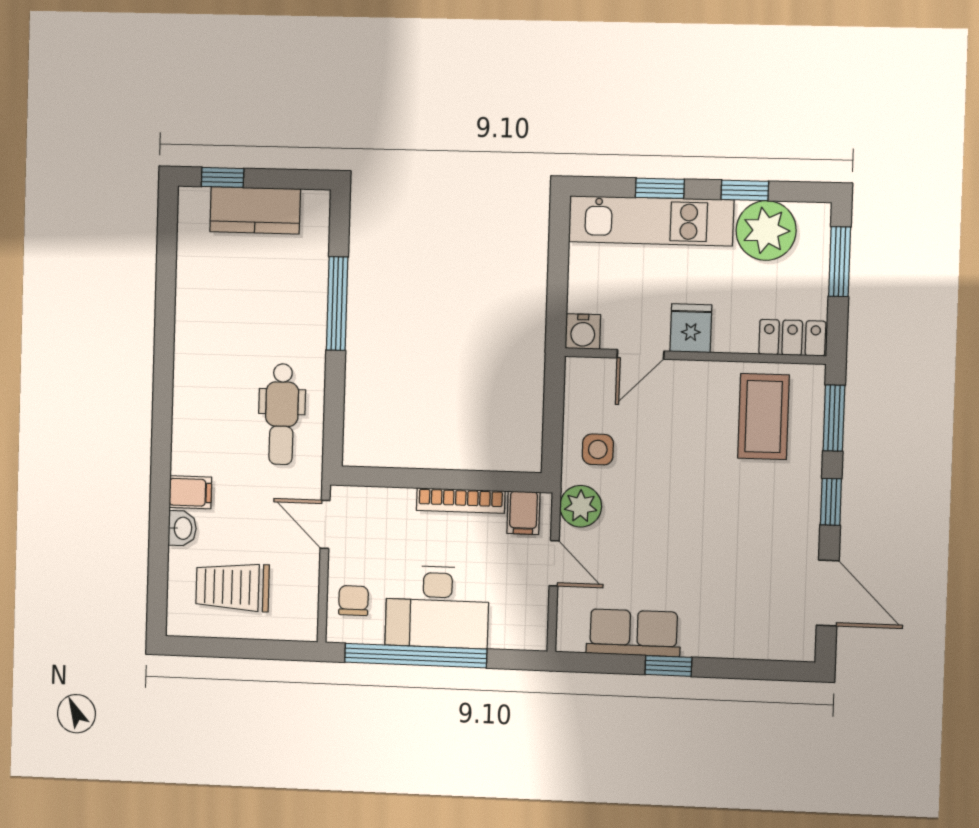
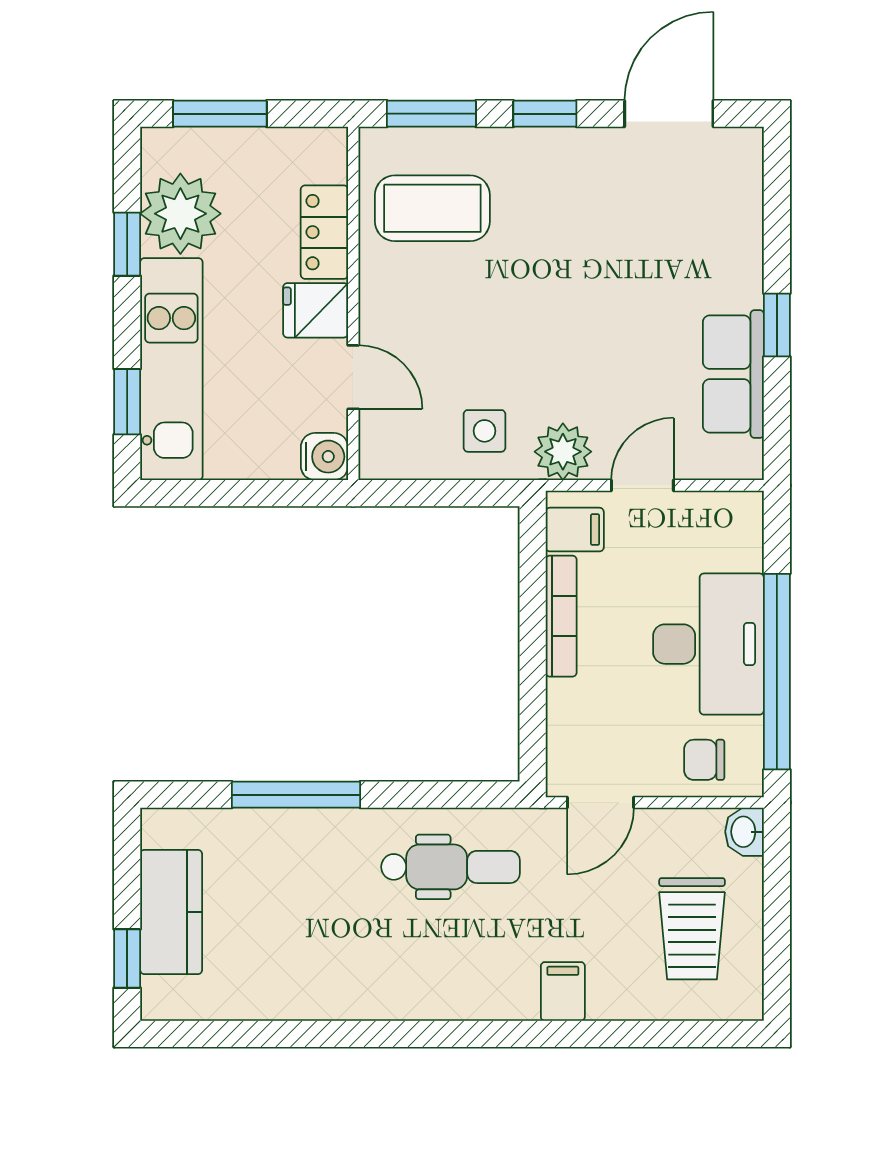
window: (660, 188) -> (127, 402), moved
locker: (792, 338) -> (324, 232), moved
washbasin: (182, 528) -> (744, 832), moved, turned -90

